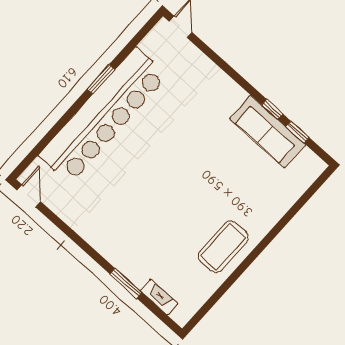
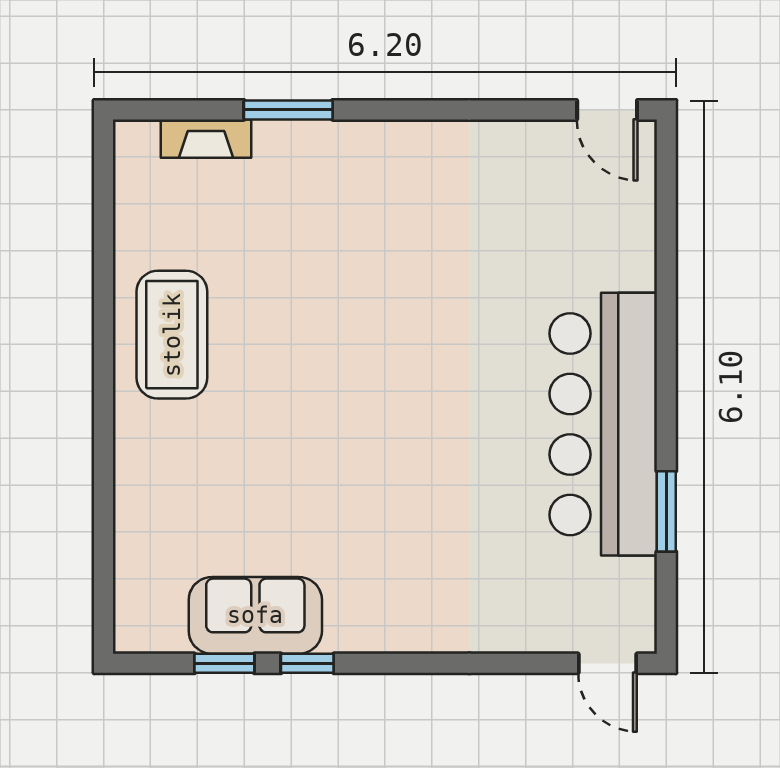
window: (101, 79) -> (666, 511), moved
bar counter: (103, 115) -> (603, 424), width x0.73
sofa: (268, 132) -> (255, 615), width x0.73

